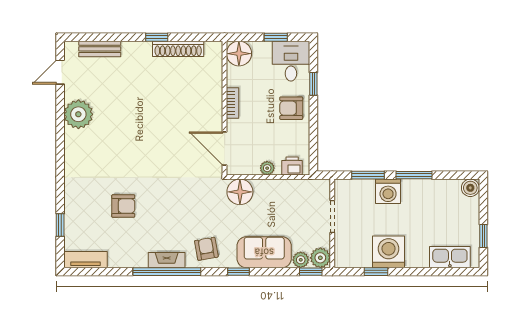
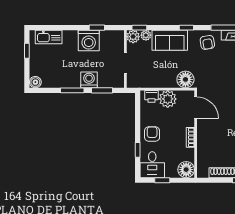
armchair: (291, 108) -> (152, 134), turned -90
plant: (267, 168) -> (168, 99), width x1.88, depth x1.88

